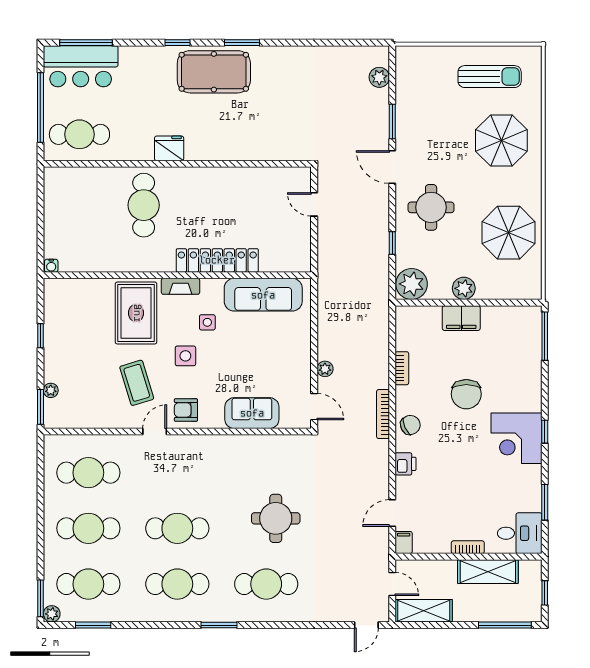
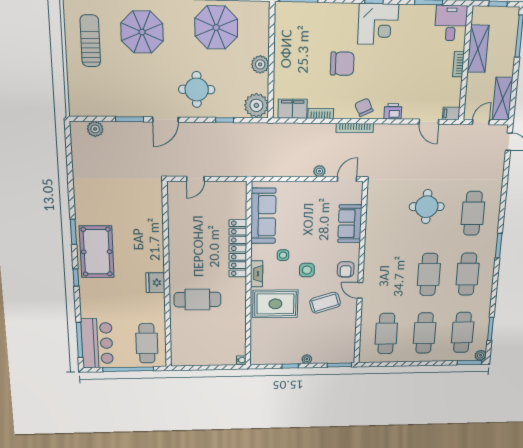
filing cabinet: (461, 318) -> (293, 109), moved, turned -90
plant: (51, 390) -> (307, 359), moved

